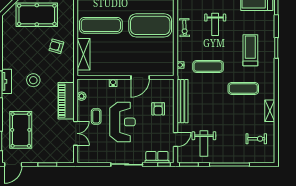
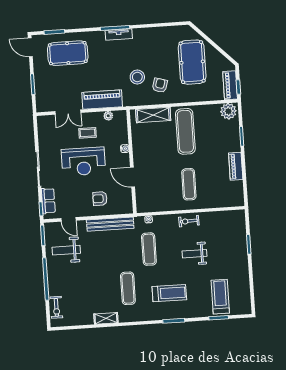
exercise mat: (150, 25) -> (189, 184), width x0.50, depth x0.69
stool: (33, 80) -> (137, 77), moved
exercise bike: (256, 139) -> (56, 307), moved

